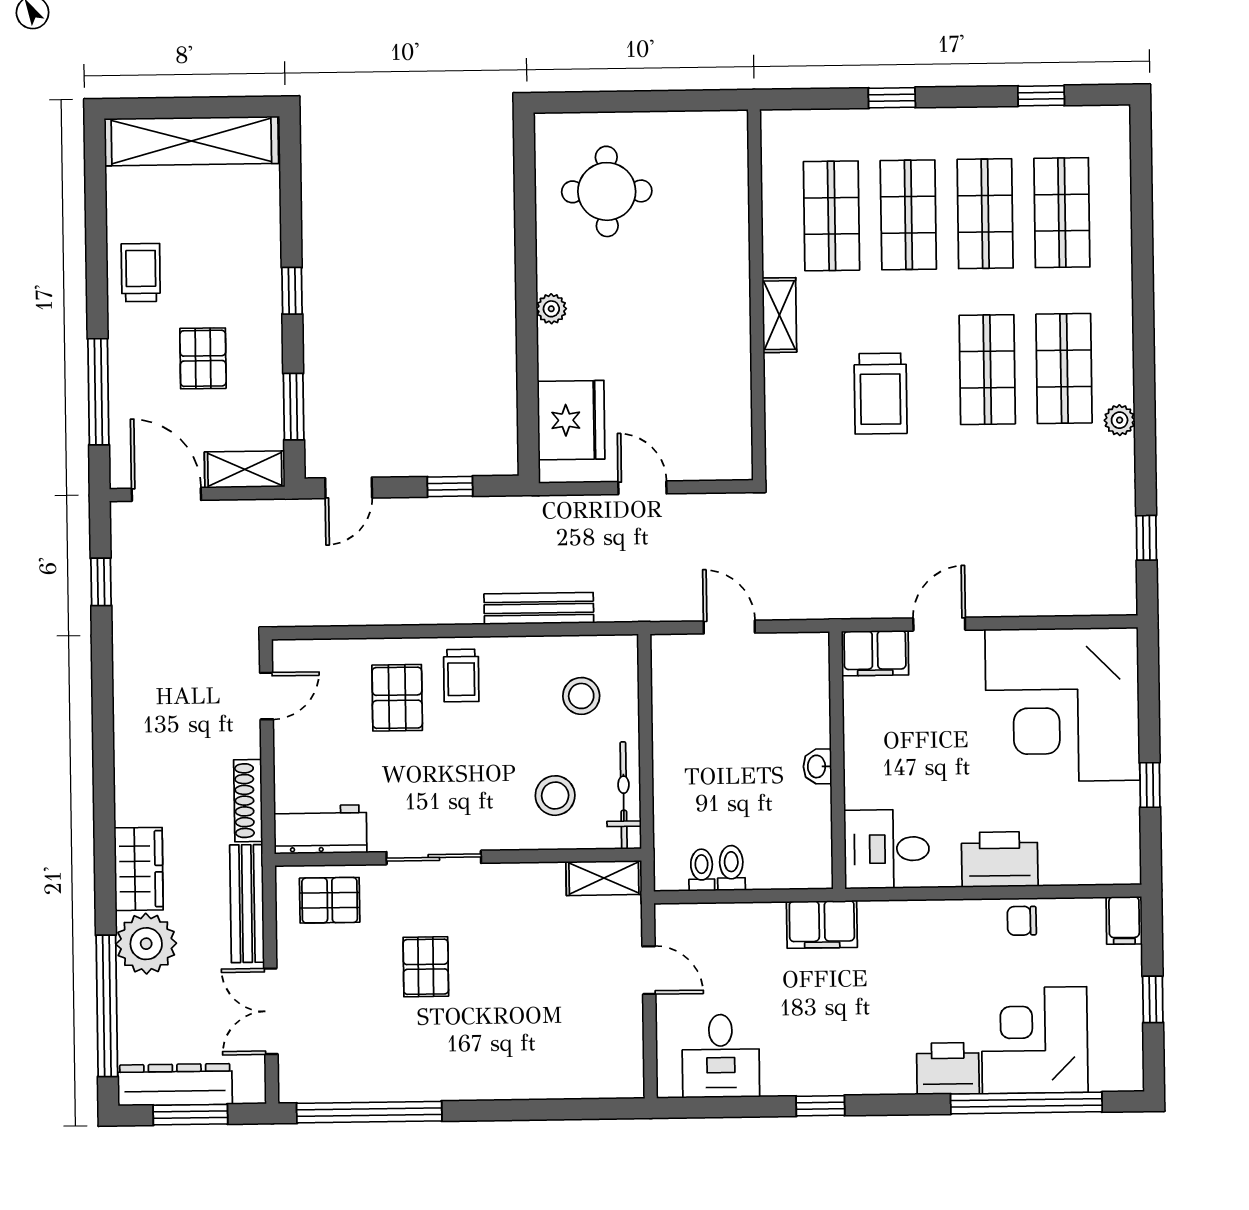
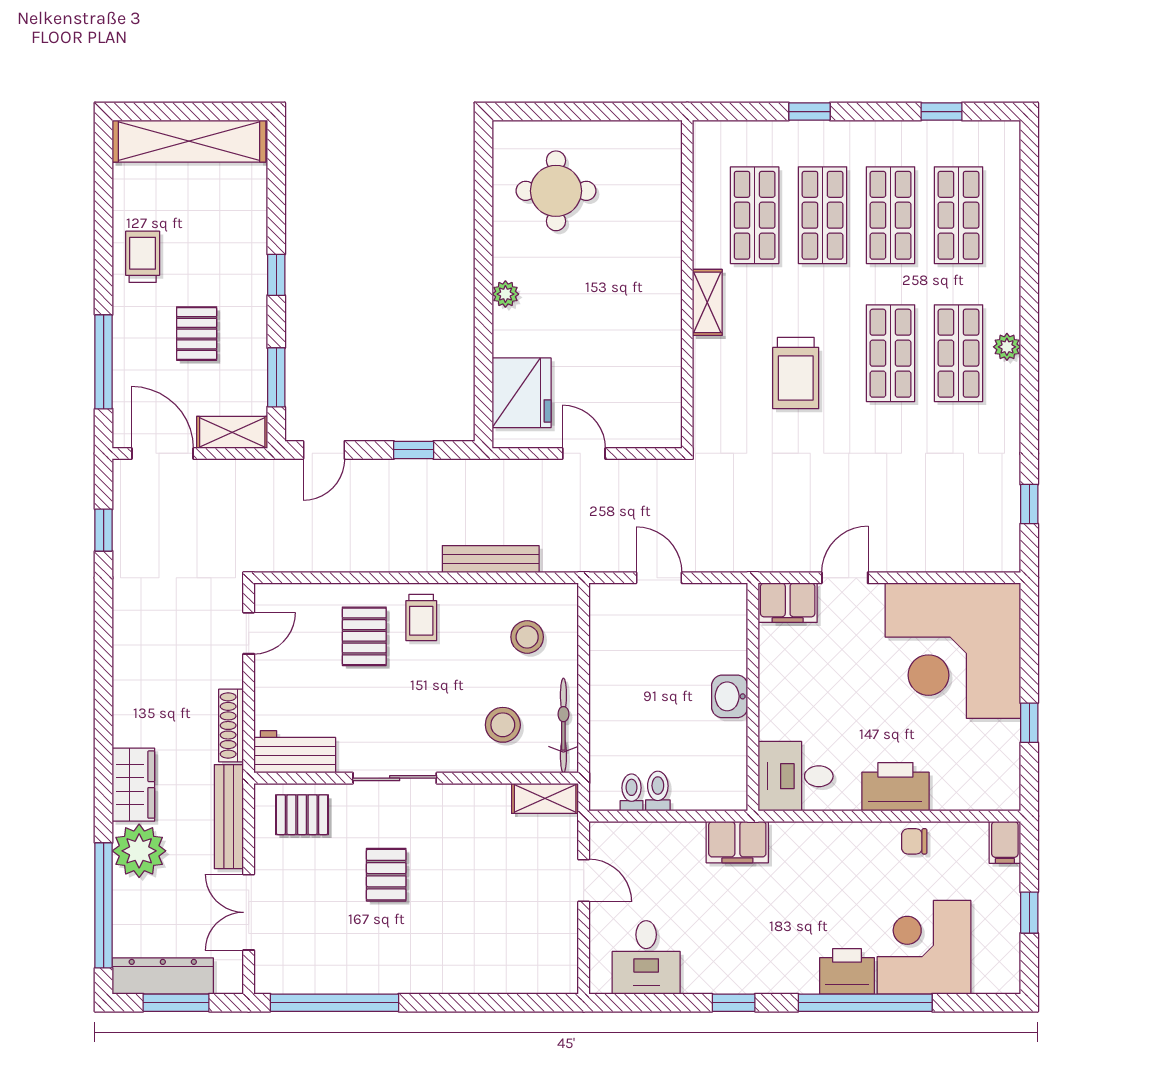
plant: (1120, 420) -> (1007, 347), moved
washbasin: (817, 766) -> (730, 696), width x1.38, depth x1.45
window: (1026, 1103) -> (865, 1003), moved

